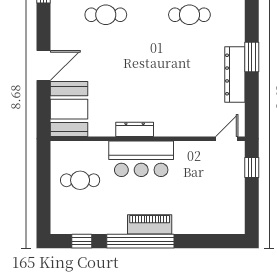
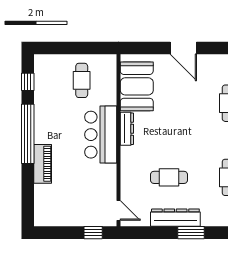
cafe table: (189, 82) -> (169, 177), added
booth: (69, 109) -> (137, 86), moved, turned 90
piano: (150, 224) -> (43, 164), moved

